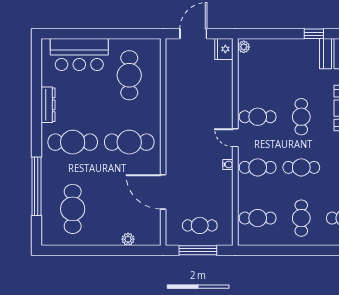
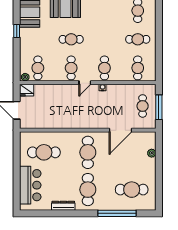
cafe table: (301, 167) -> (38, 68), moved

